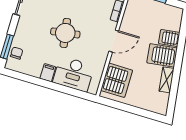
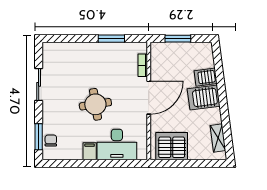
door: (114, 41) -> (149, 98), width x1.36
server rack: (117, 80) -> (172, 146), moved, turned -90
shelving: (167, 80) -> (218, 138), moved

